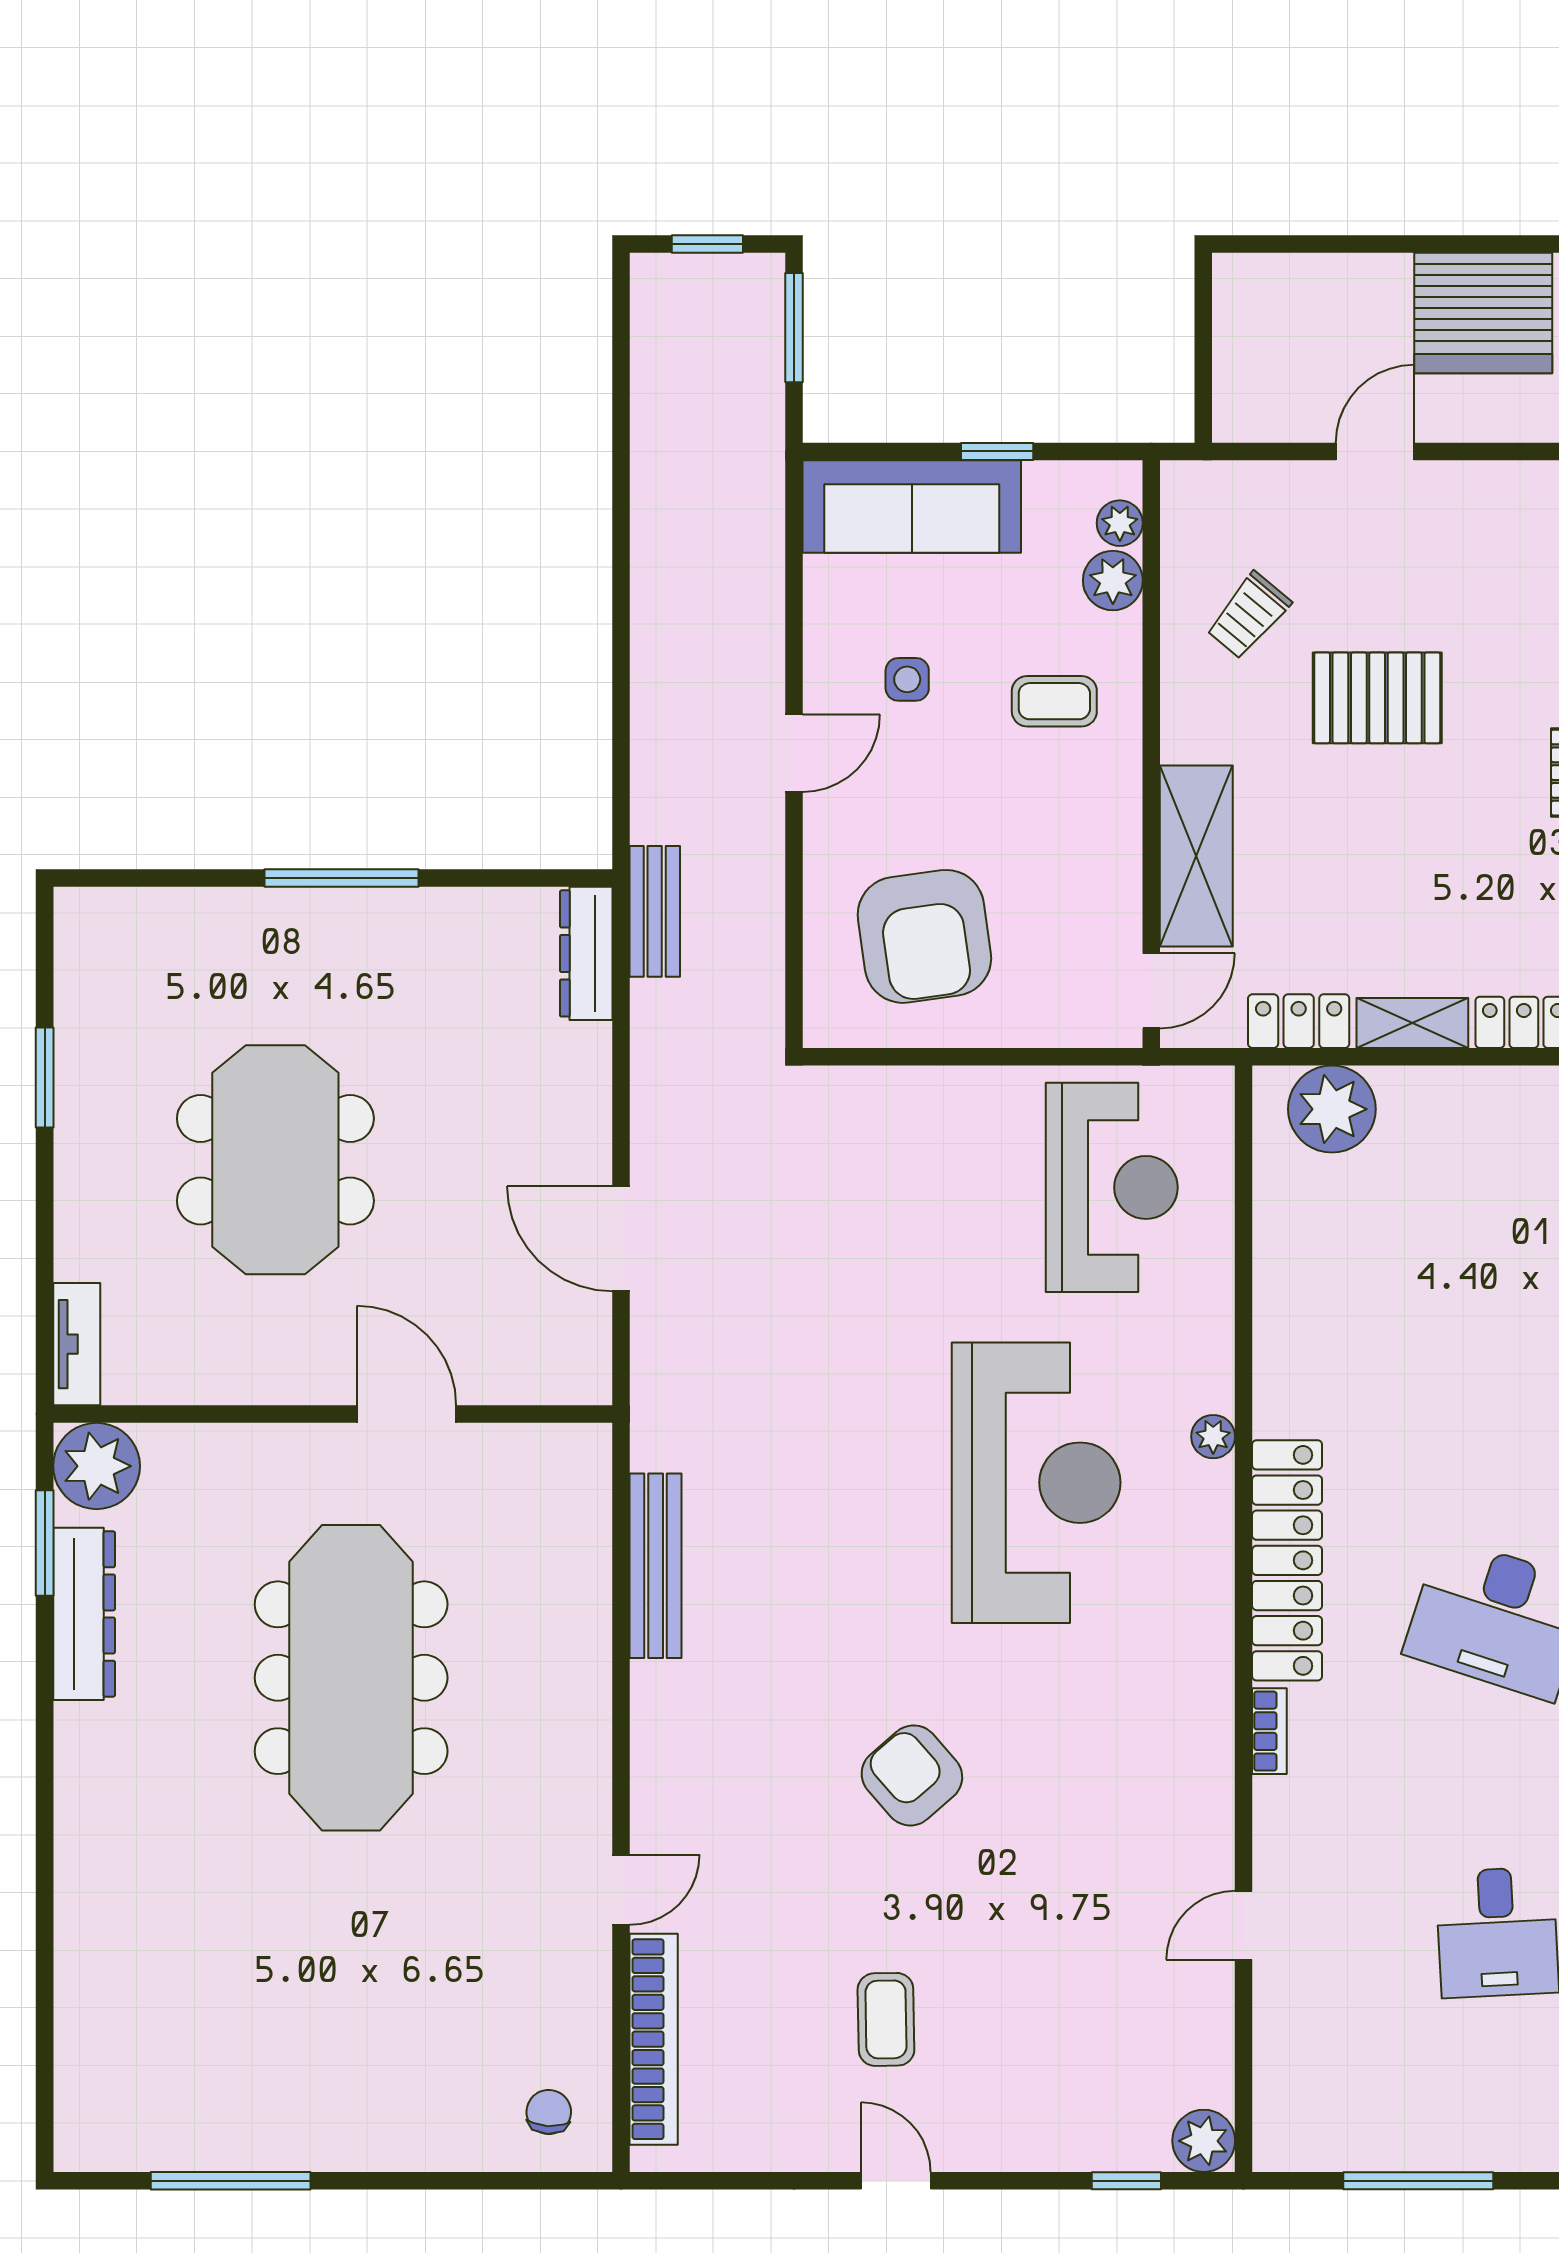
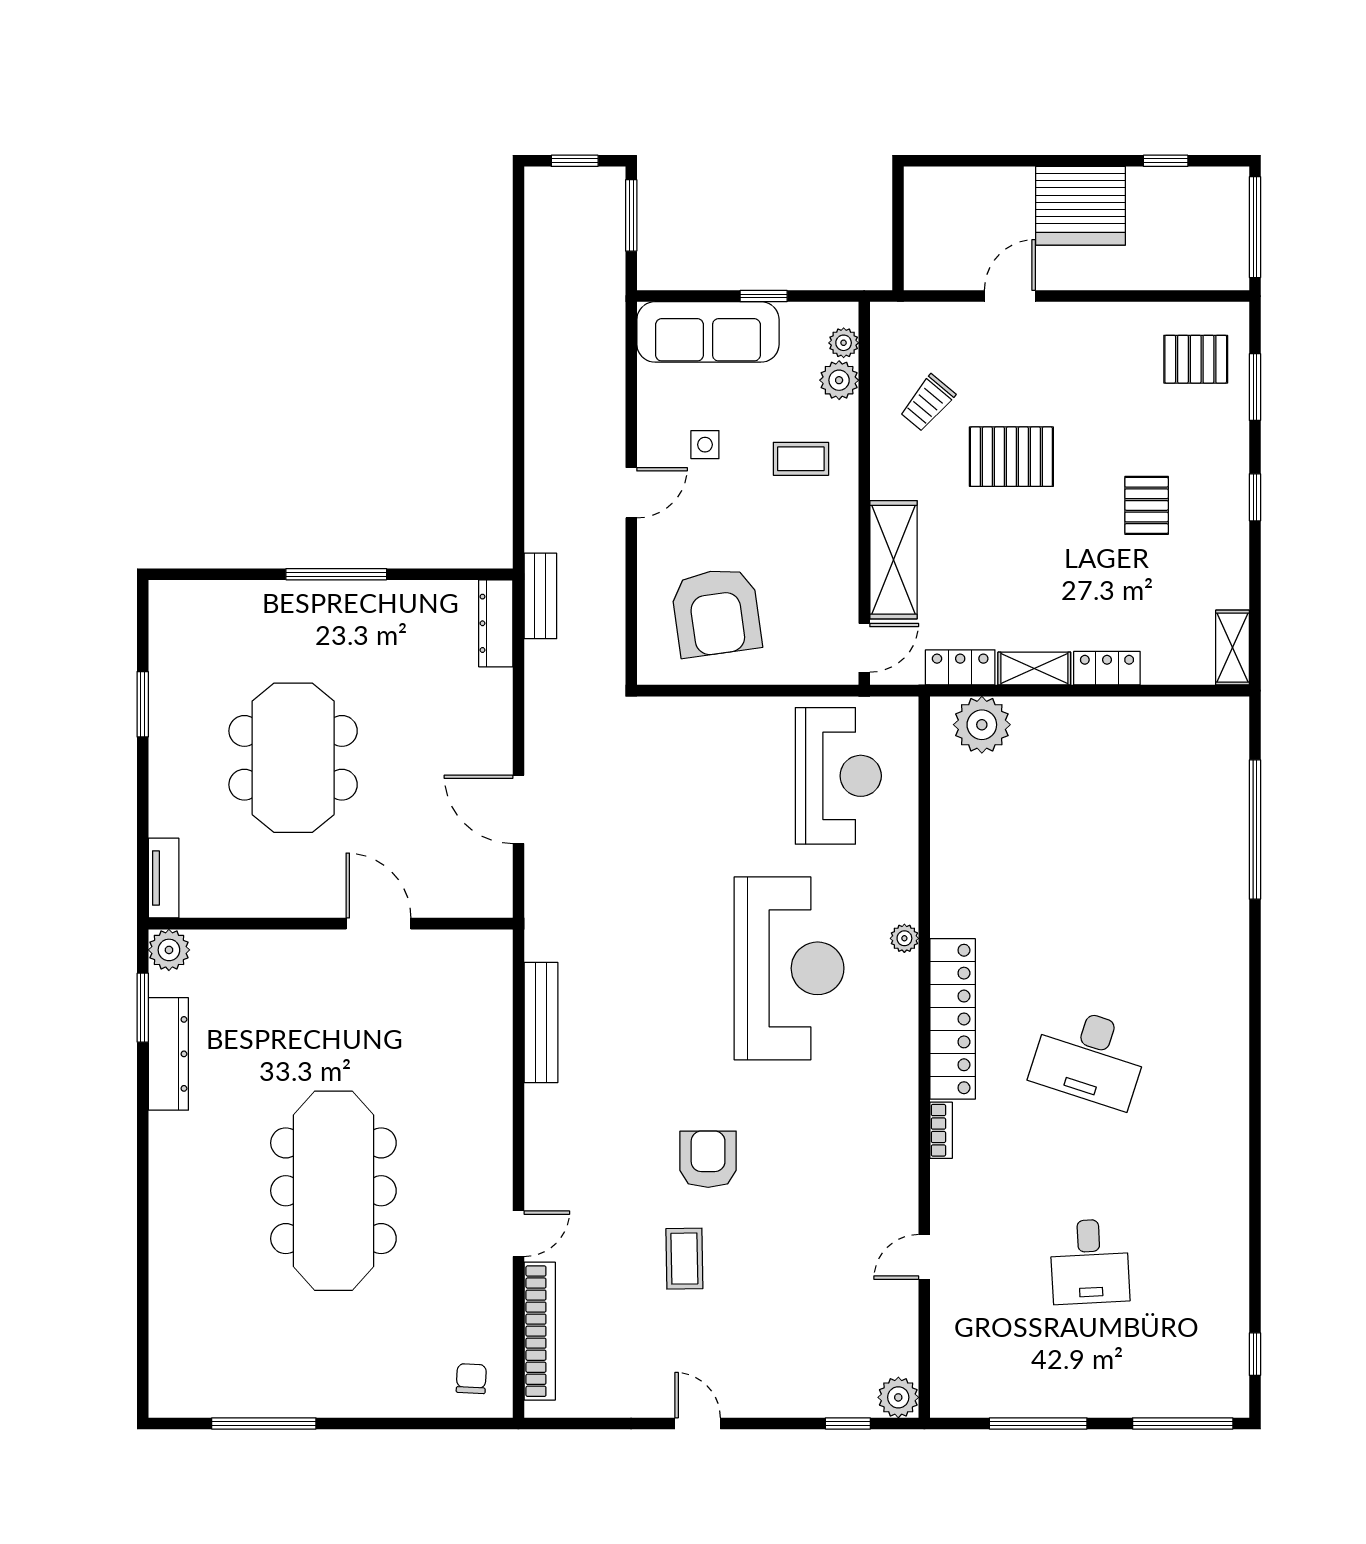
plant: (97, 1466) -> (169, 950), width x0.73, depth x0.73
meeting table: (351, 1678) -> (333, 1191), moved
armchair: (912, 1775) -> (708, 1159), turned 41
coffee table: (886, 2019) -> (684, 1259), moved

